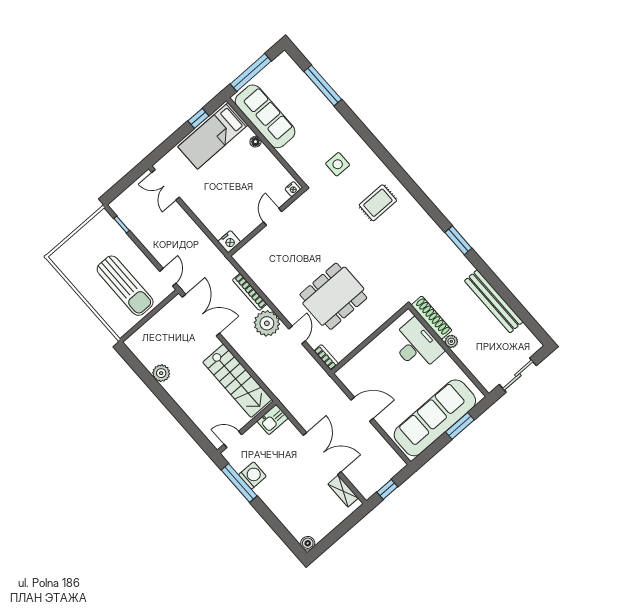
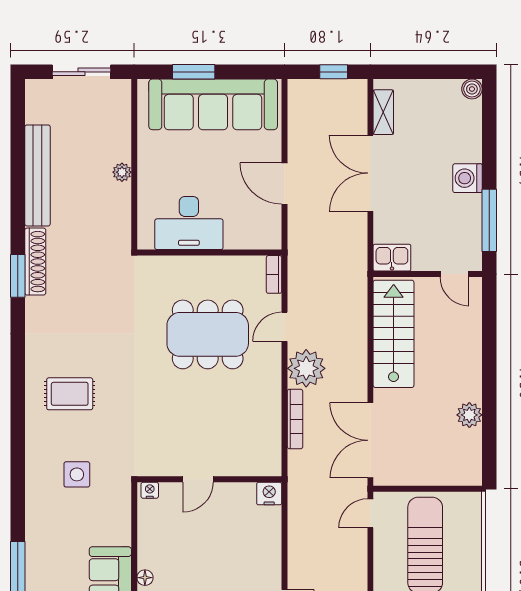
shoe rack: (432, 318) -> (35, 262), moved, turned 180
desk: (417, 345) -> (189, 223), moved, turned -90
washing machine: (252, 475) -> (467, 178), moved

